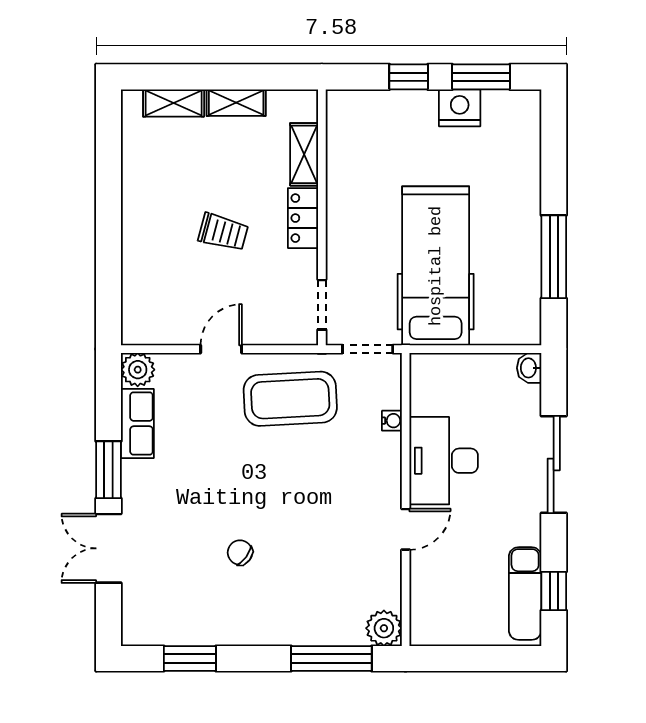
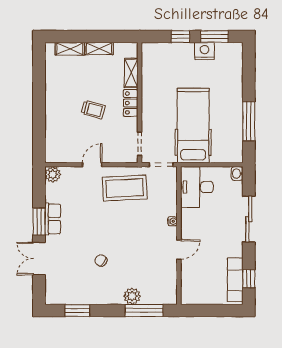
water cooler: (392, 421) -> (173, 221), moved
row of seats: (137, 424) -> (53, 219), moved
desk: (444, 461) -> (197, 187), moved
plant: (384, 628) -> (132, 296), moved

